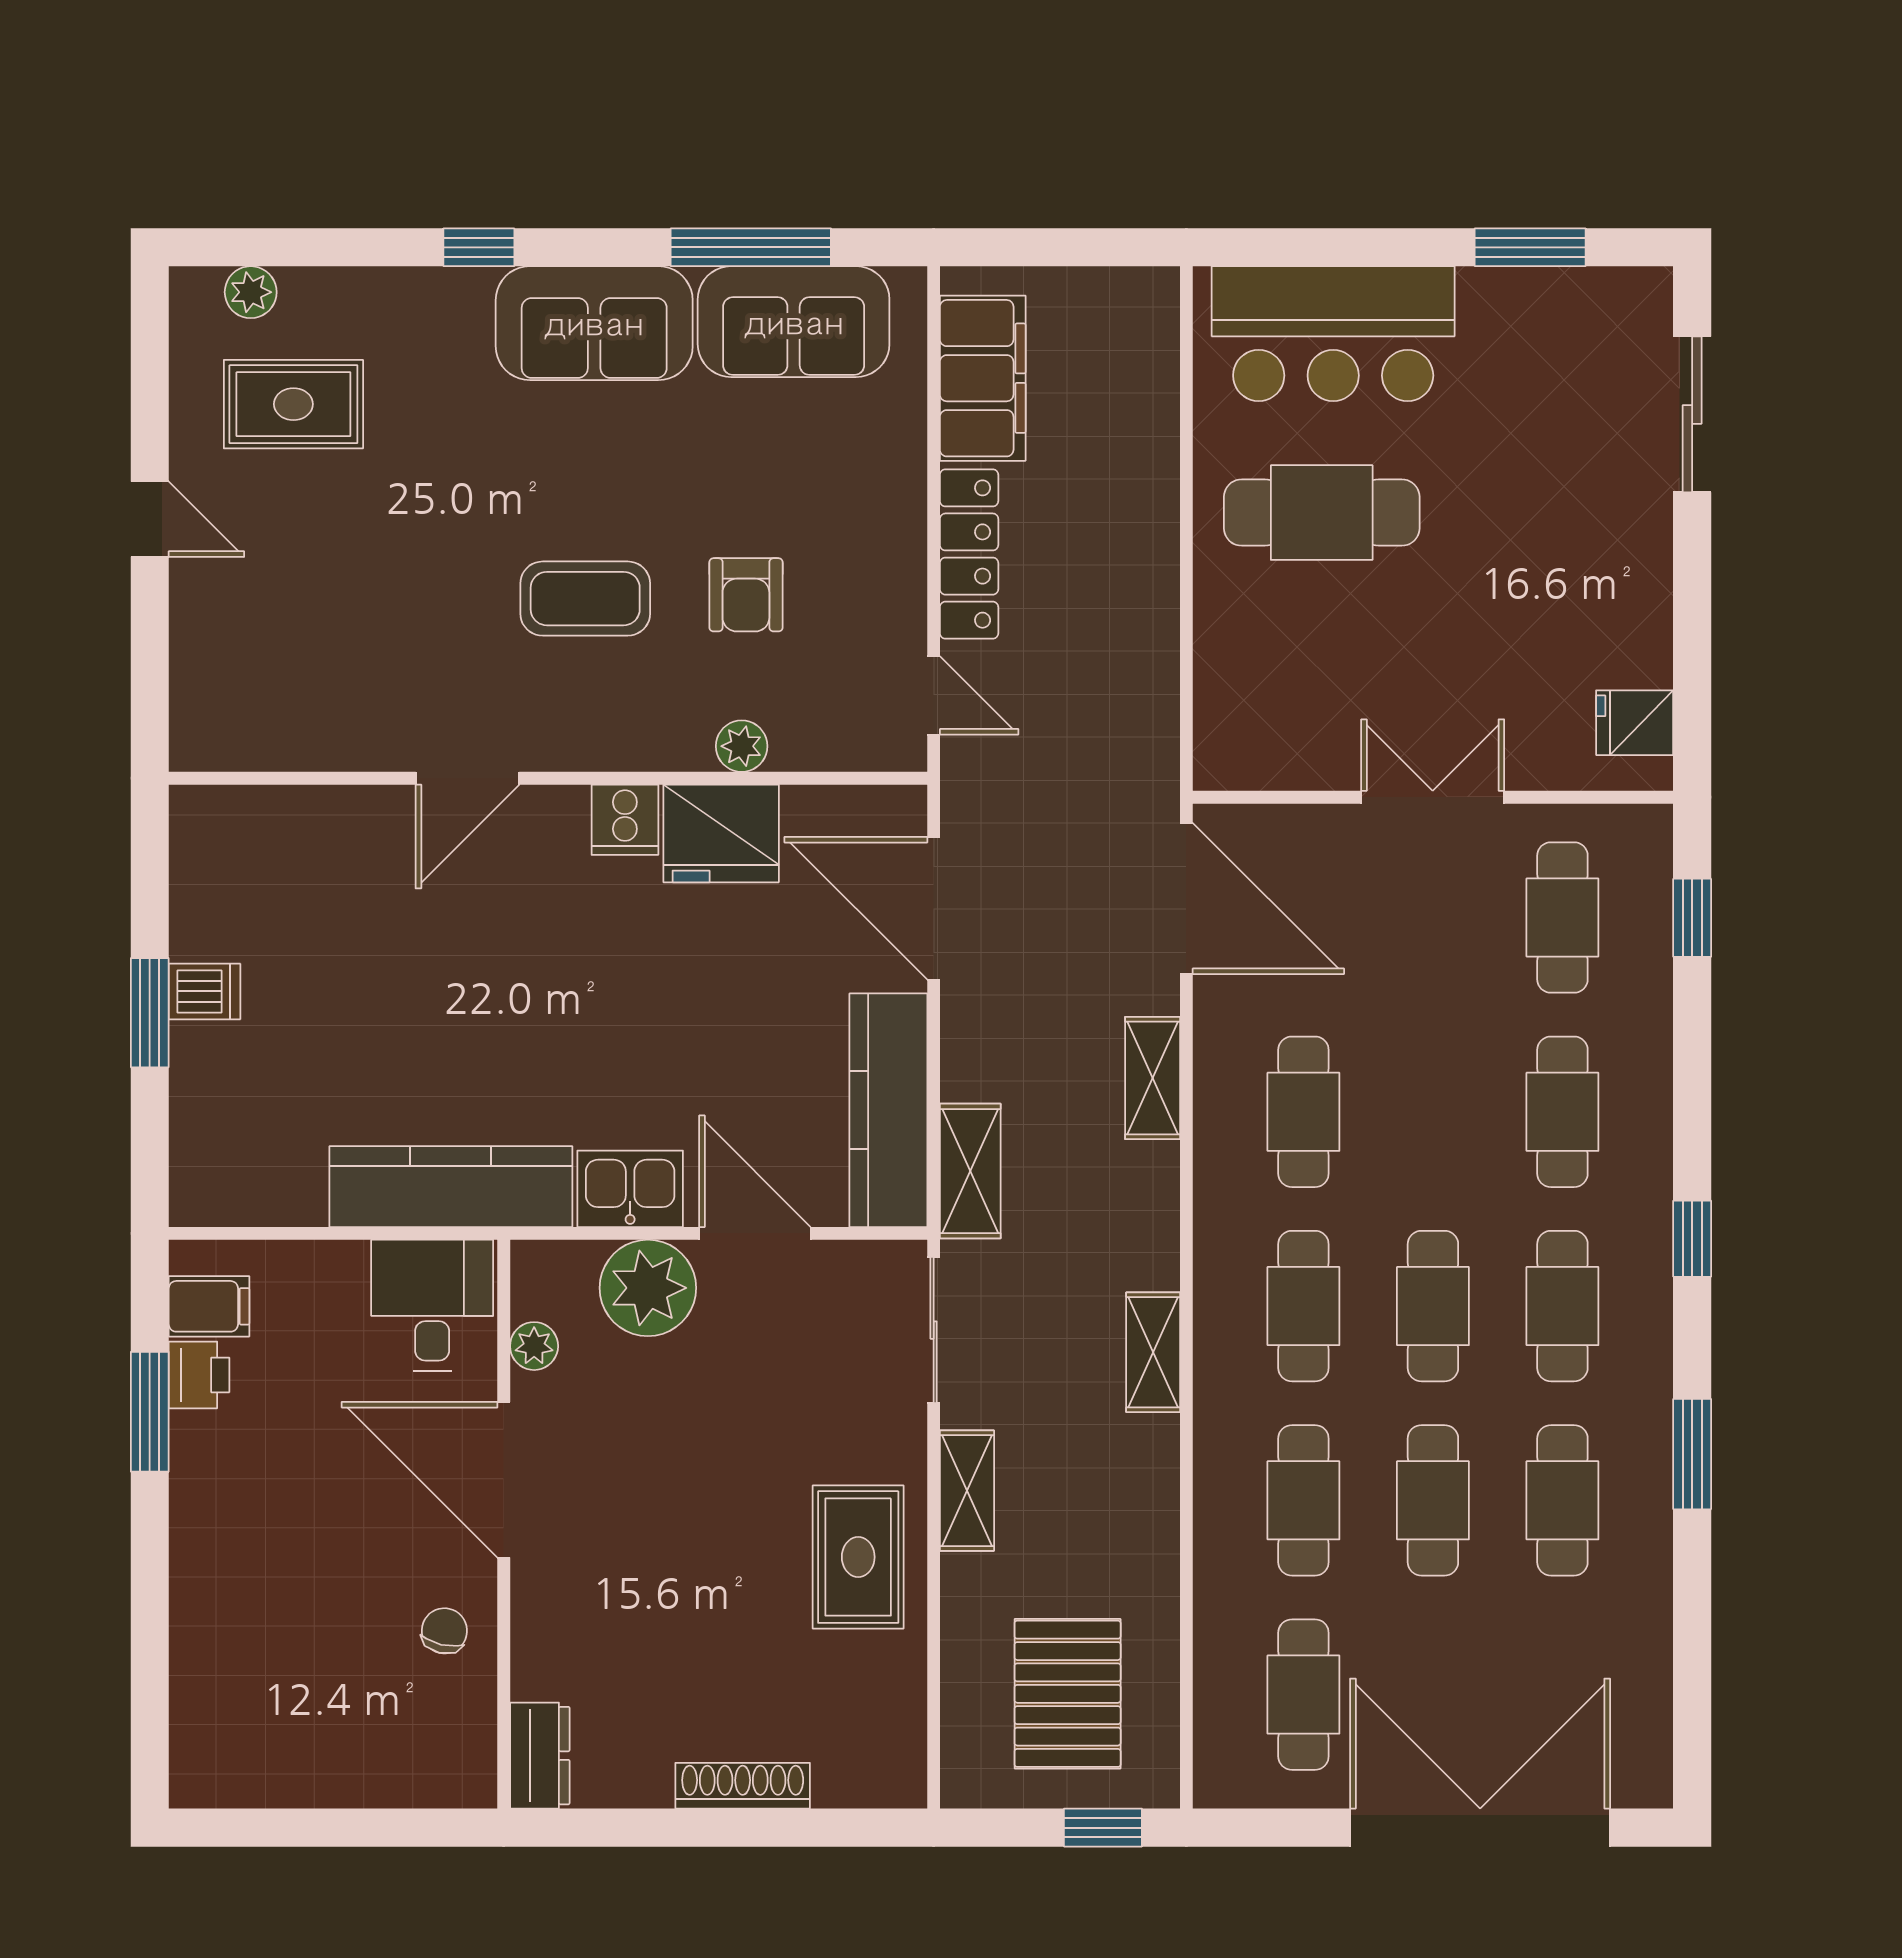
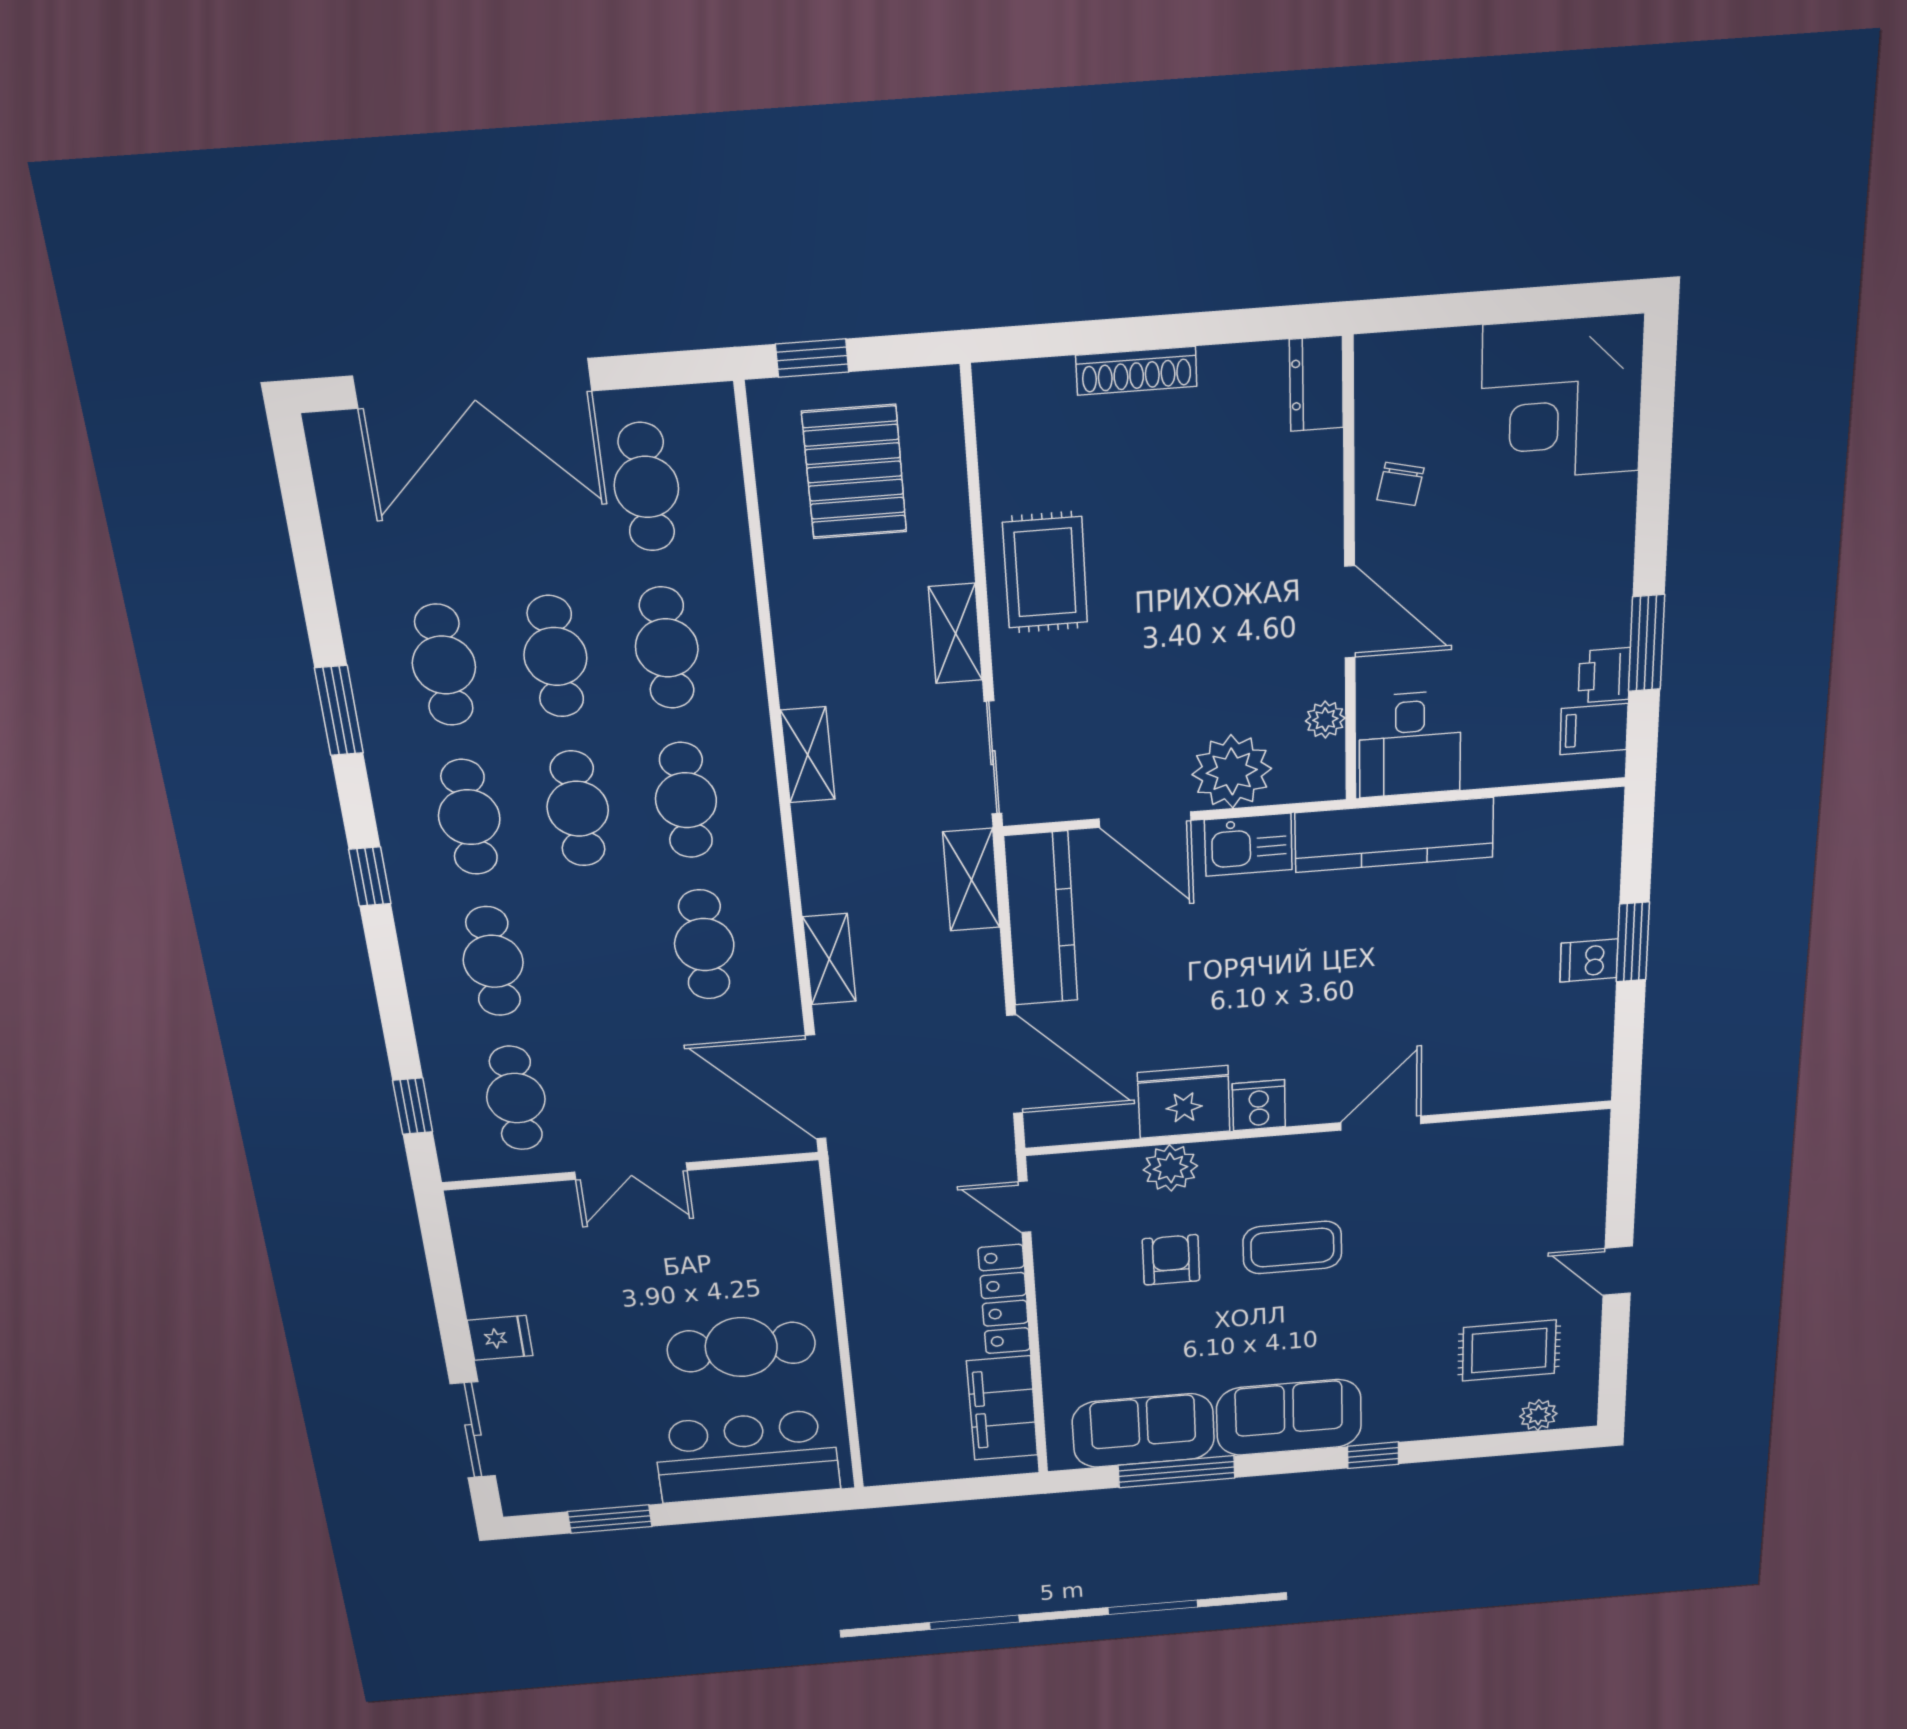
fridge: (1635, 723) -> (500, 1338), moved
plant: (742, 746) -> (1170, 1168), width x1.38, depth x1.38
door: (504, 1480) -> (1350, 612), width x0.73
corner desk: (260, 1717) -> (1562, 399), added

